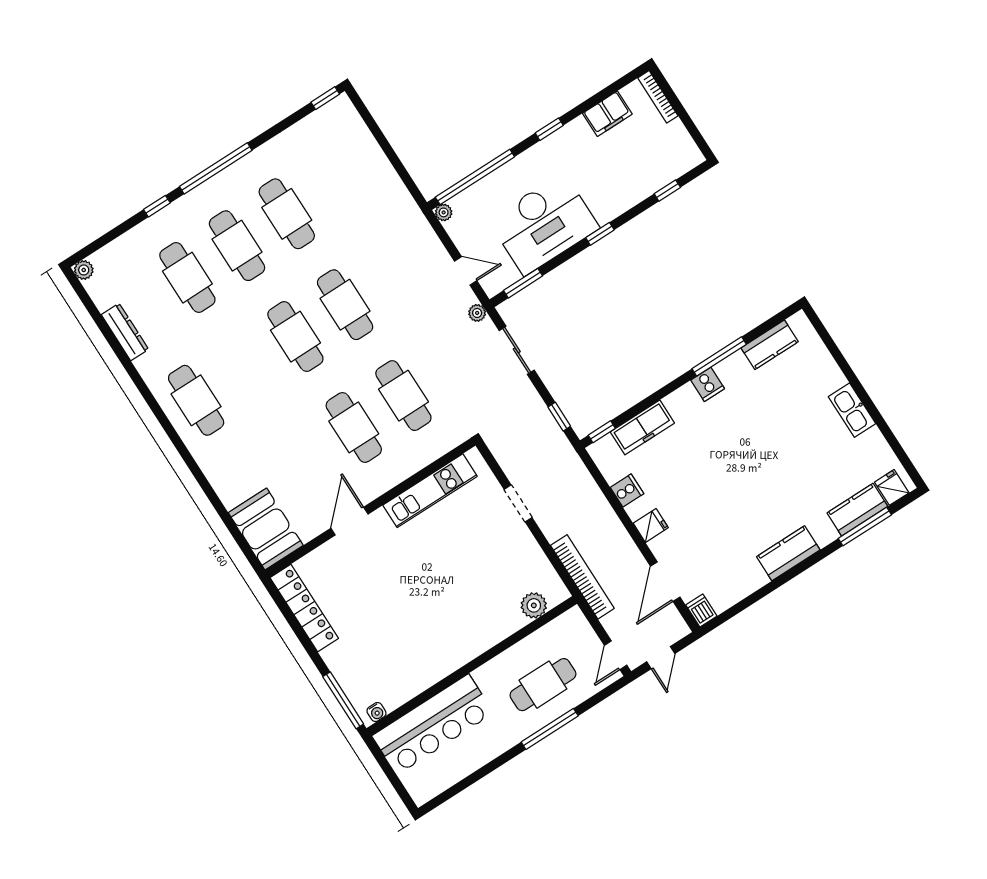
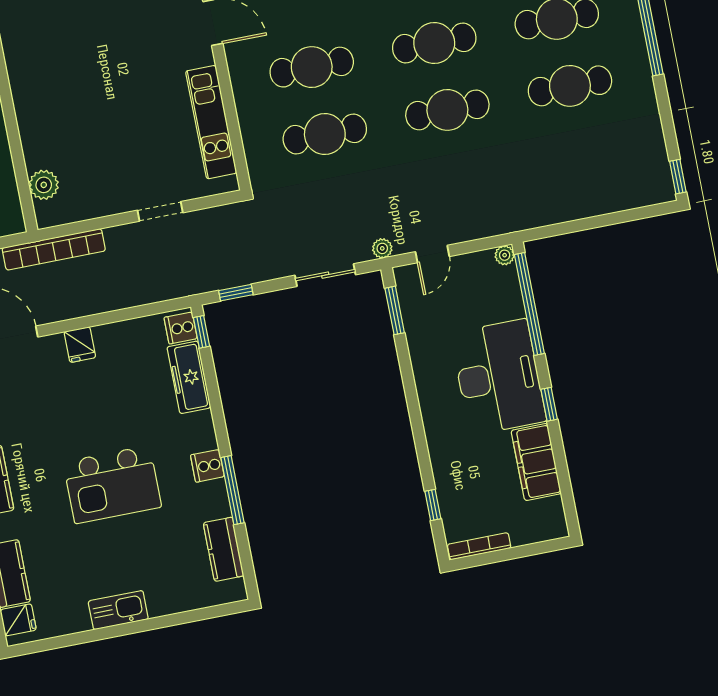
bookcase: (658, 97) -> (479, 546), moved
filing cabinet: (607, 114) -> (536, 462), width x1.50, depth x1.17
desk: (544, 224) -> (498, 377), moved, turned 180
window: (600, 234) -> (415, 414), removed
kitchen island: (753, 455) -> (112, 485), added
cooker: (627, 490) -> (181, 328), moved, turned 90

